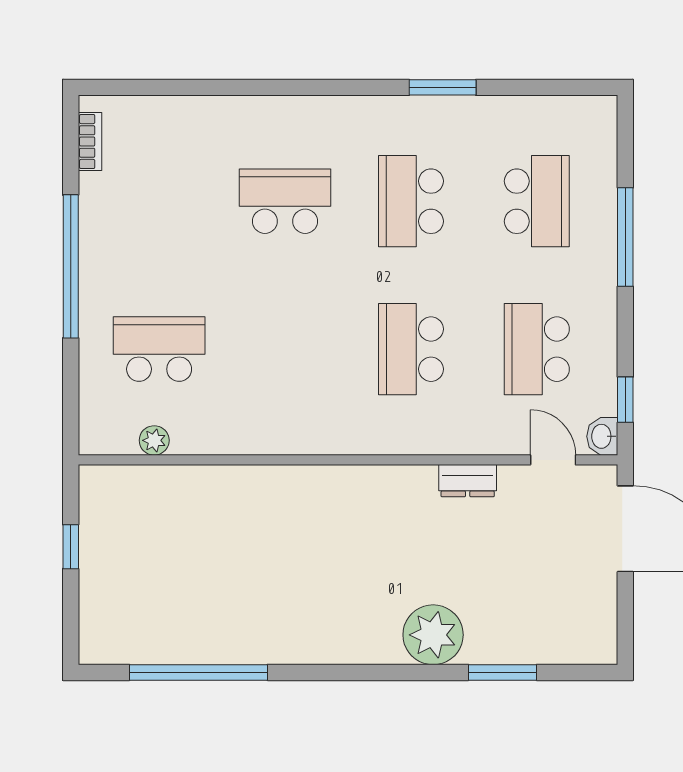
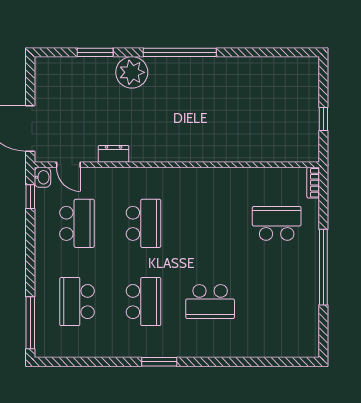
window: (443, 87) -> (159, 362), moved
bookcase: (90, 141) -> (313, 183), moved
window: (625, 237) -> (30, 323), moved
school desk: (159, 349) -> (277, 223), turned 180
plant: (154, 440) -> (279, 175), removed
window: (198, 672) -> (180, 52), moved

